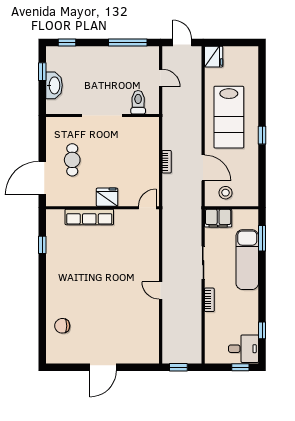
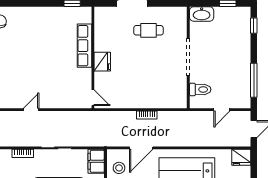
washbasin: (54, 85) -> (202, 14), moved
fridge: (107, 197) -> (102, 62), moved
wall: (102, 208) -> (93, 58), moved
door: (147, 208) -> (93, 98), moved
row of seats: (89, 217) -> (84, 46), moved

